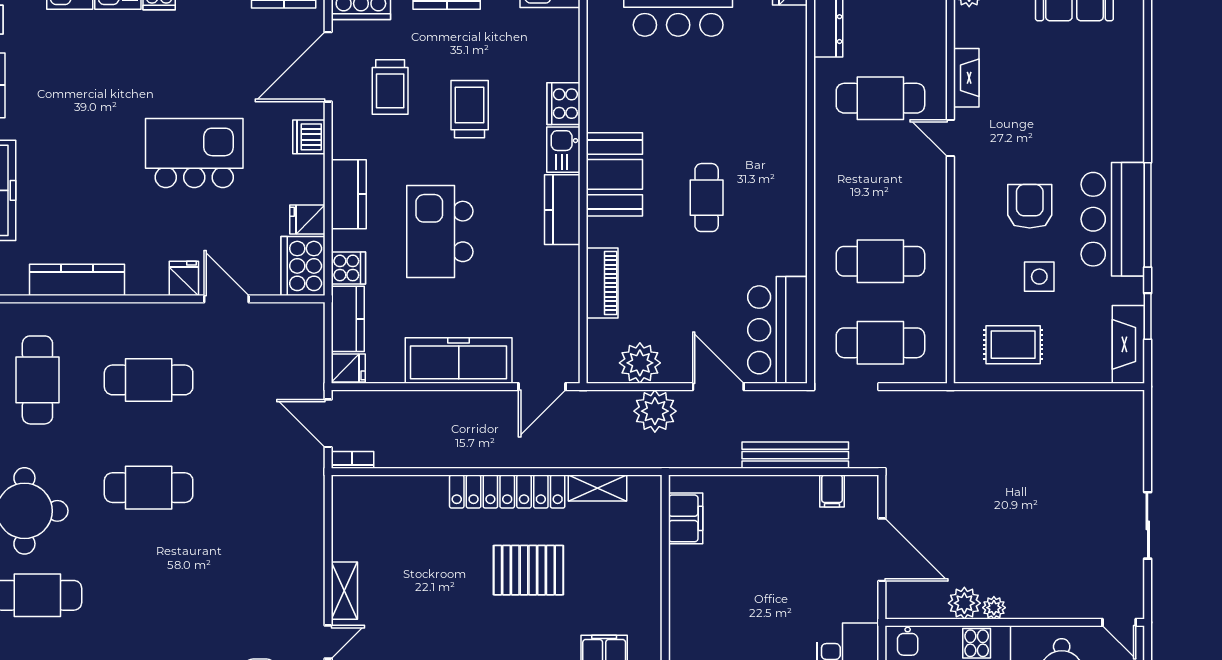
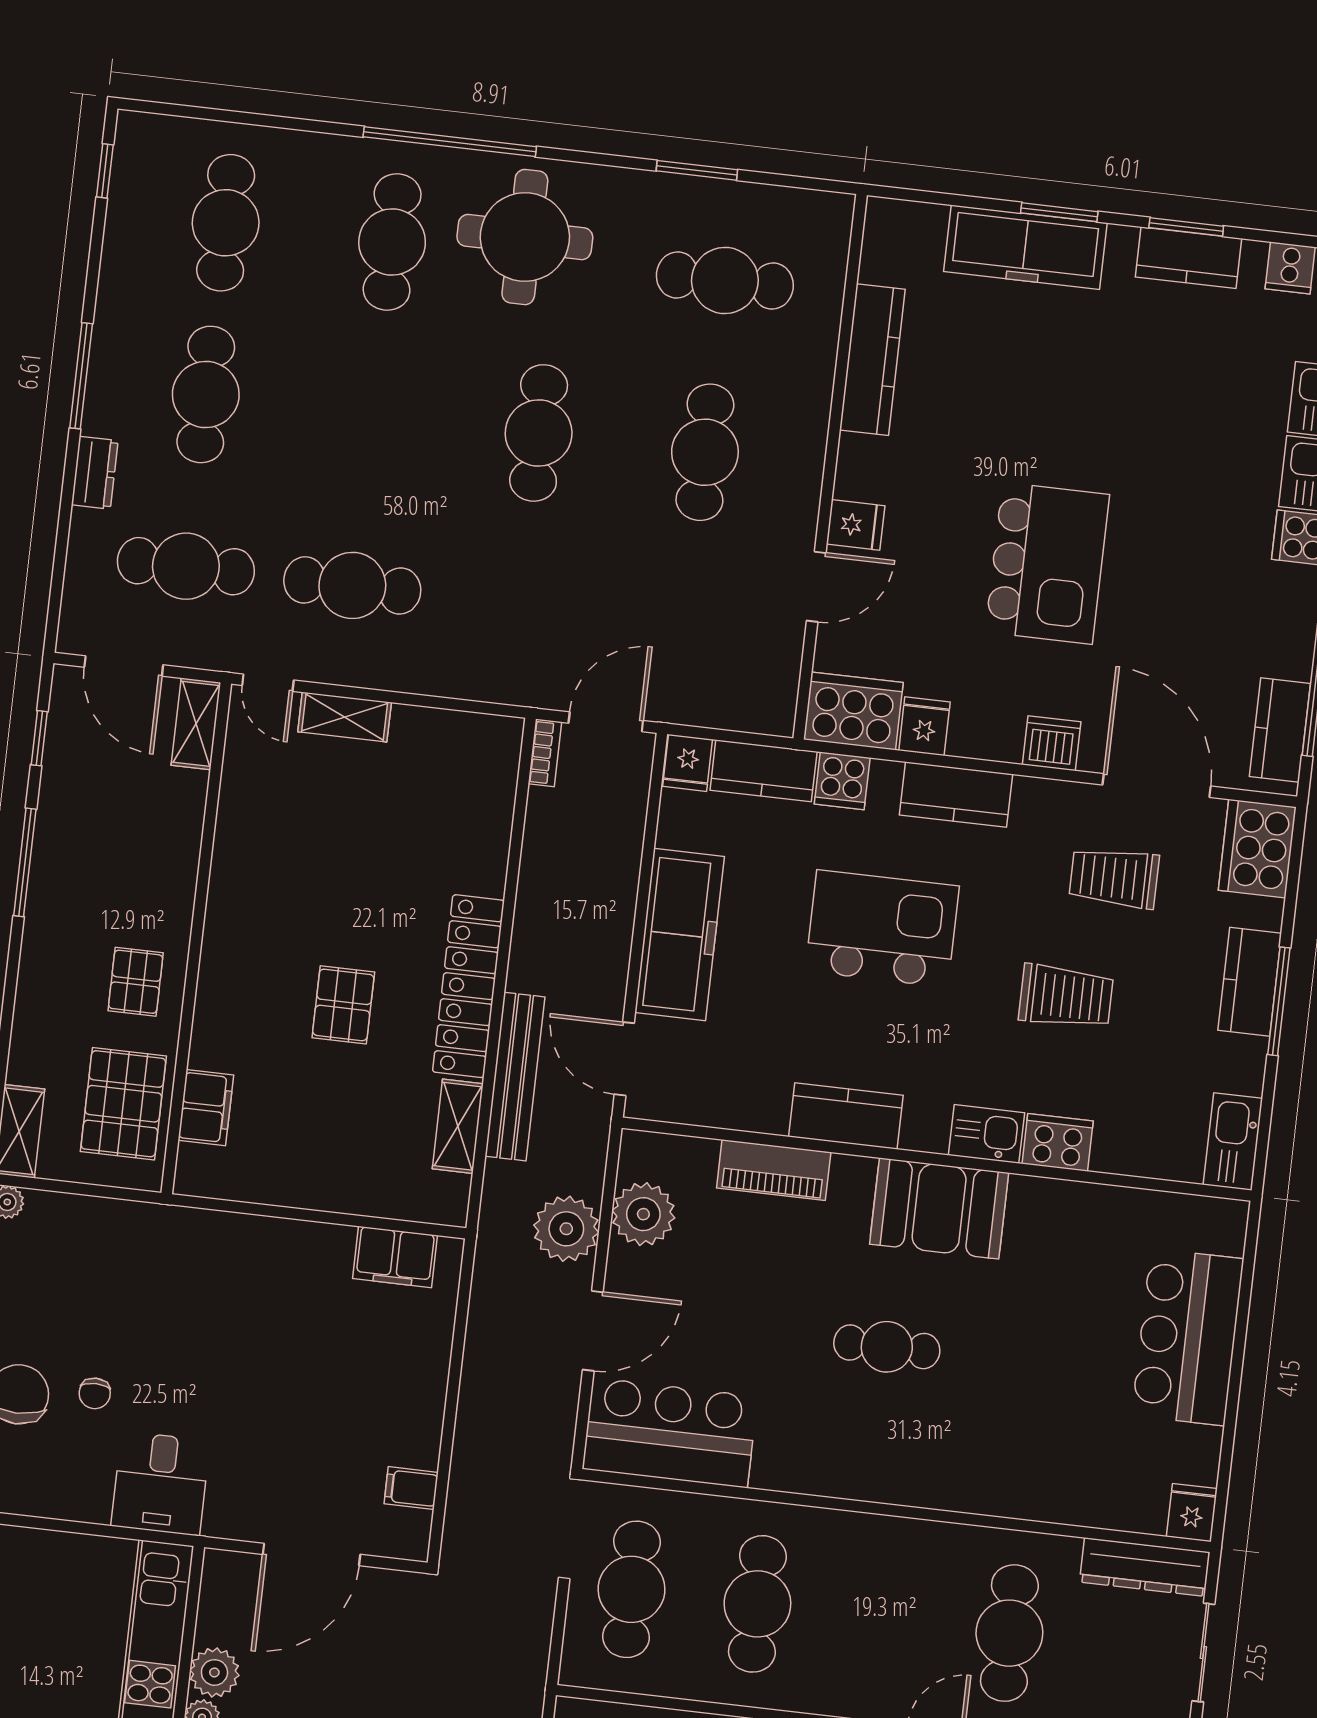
kitchen counter: (562, 210) -> (846, 1116), moved
bench: (795, 455) -> (515, 1077), moved
pallet: (528, 570) -> (343, 1005), width x0.67, depth x0.71
cafe table: (260, 595) -> (352, 585), added

